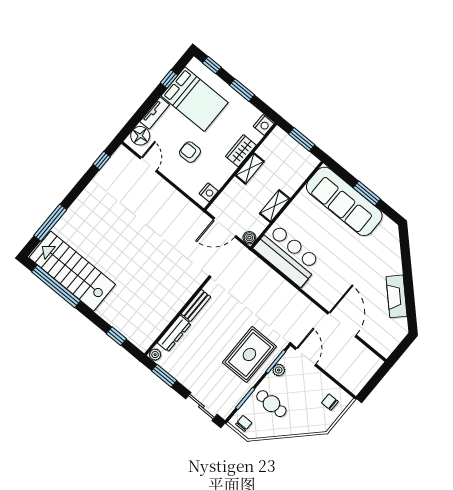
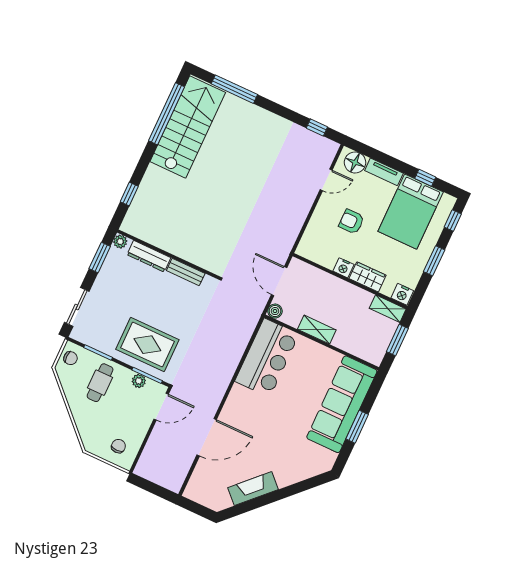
armchair: (190, 152) -> (351, 222), turned -89
shelving: (250, 168) -> (388, 309), moved
nightstand: (209, 192) -> (343, 268), moved

